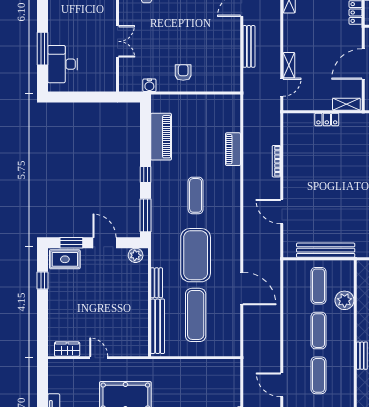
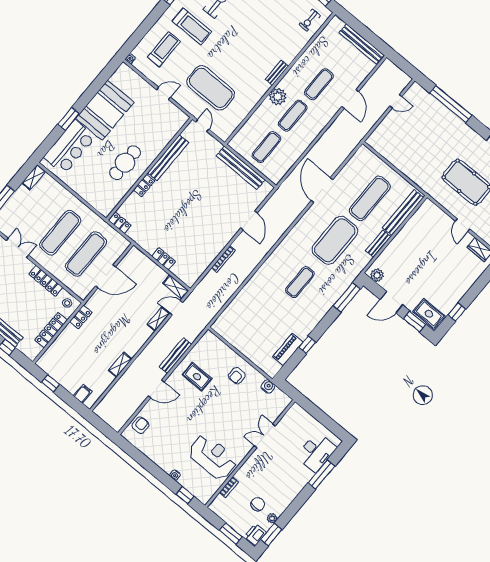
rug: (216, 44) -> (197, 377), added
shelving: (346, 104) -> (176, 287), moved
piano: (161, 137) -> (288, 349), width x0.73, depth x0.75
piano: (233, 149) -> (247, 293), removed
window: (145, 175) -> (307, 345), moved
door: (105, 243) -> (391, 302), hinge flipped
plant: (345, 300) -> (278, 97), moved

